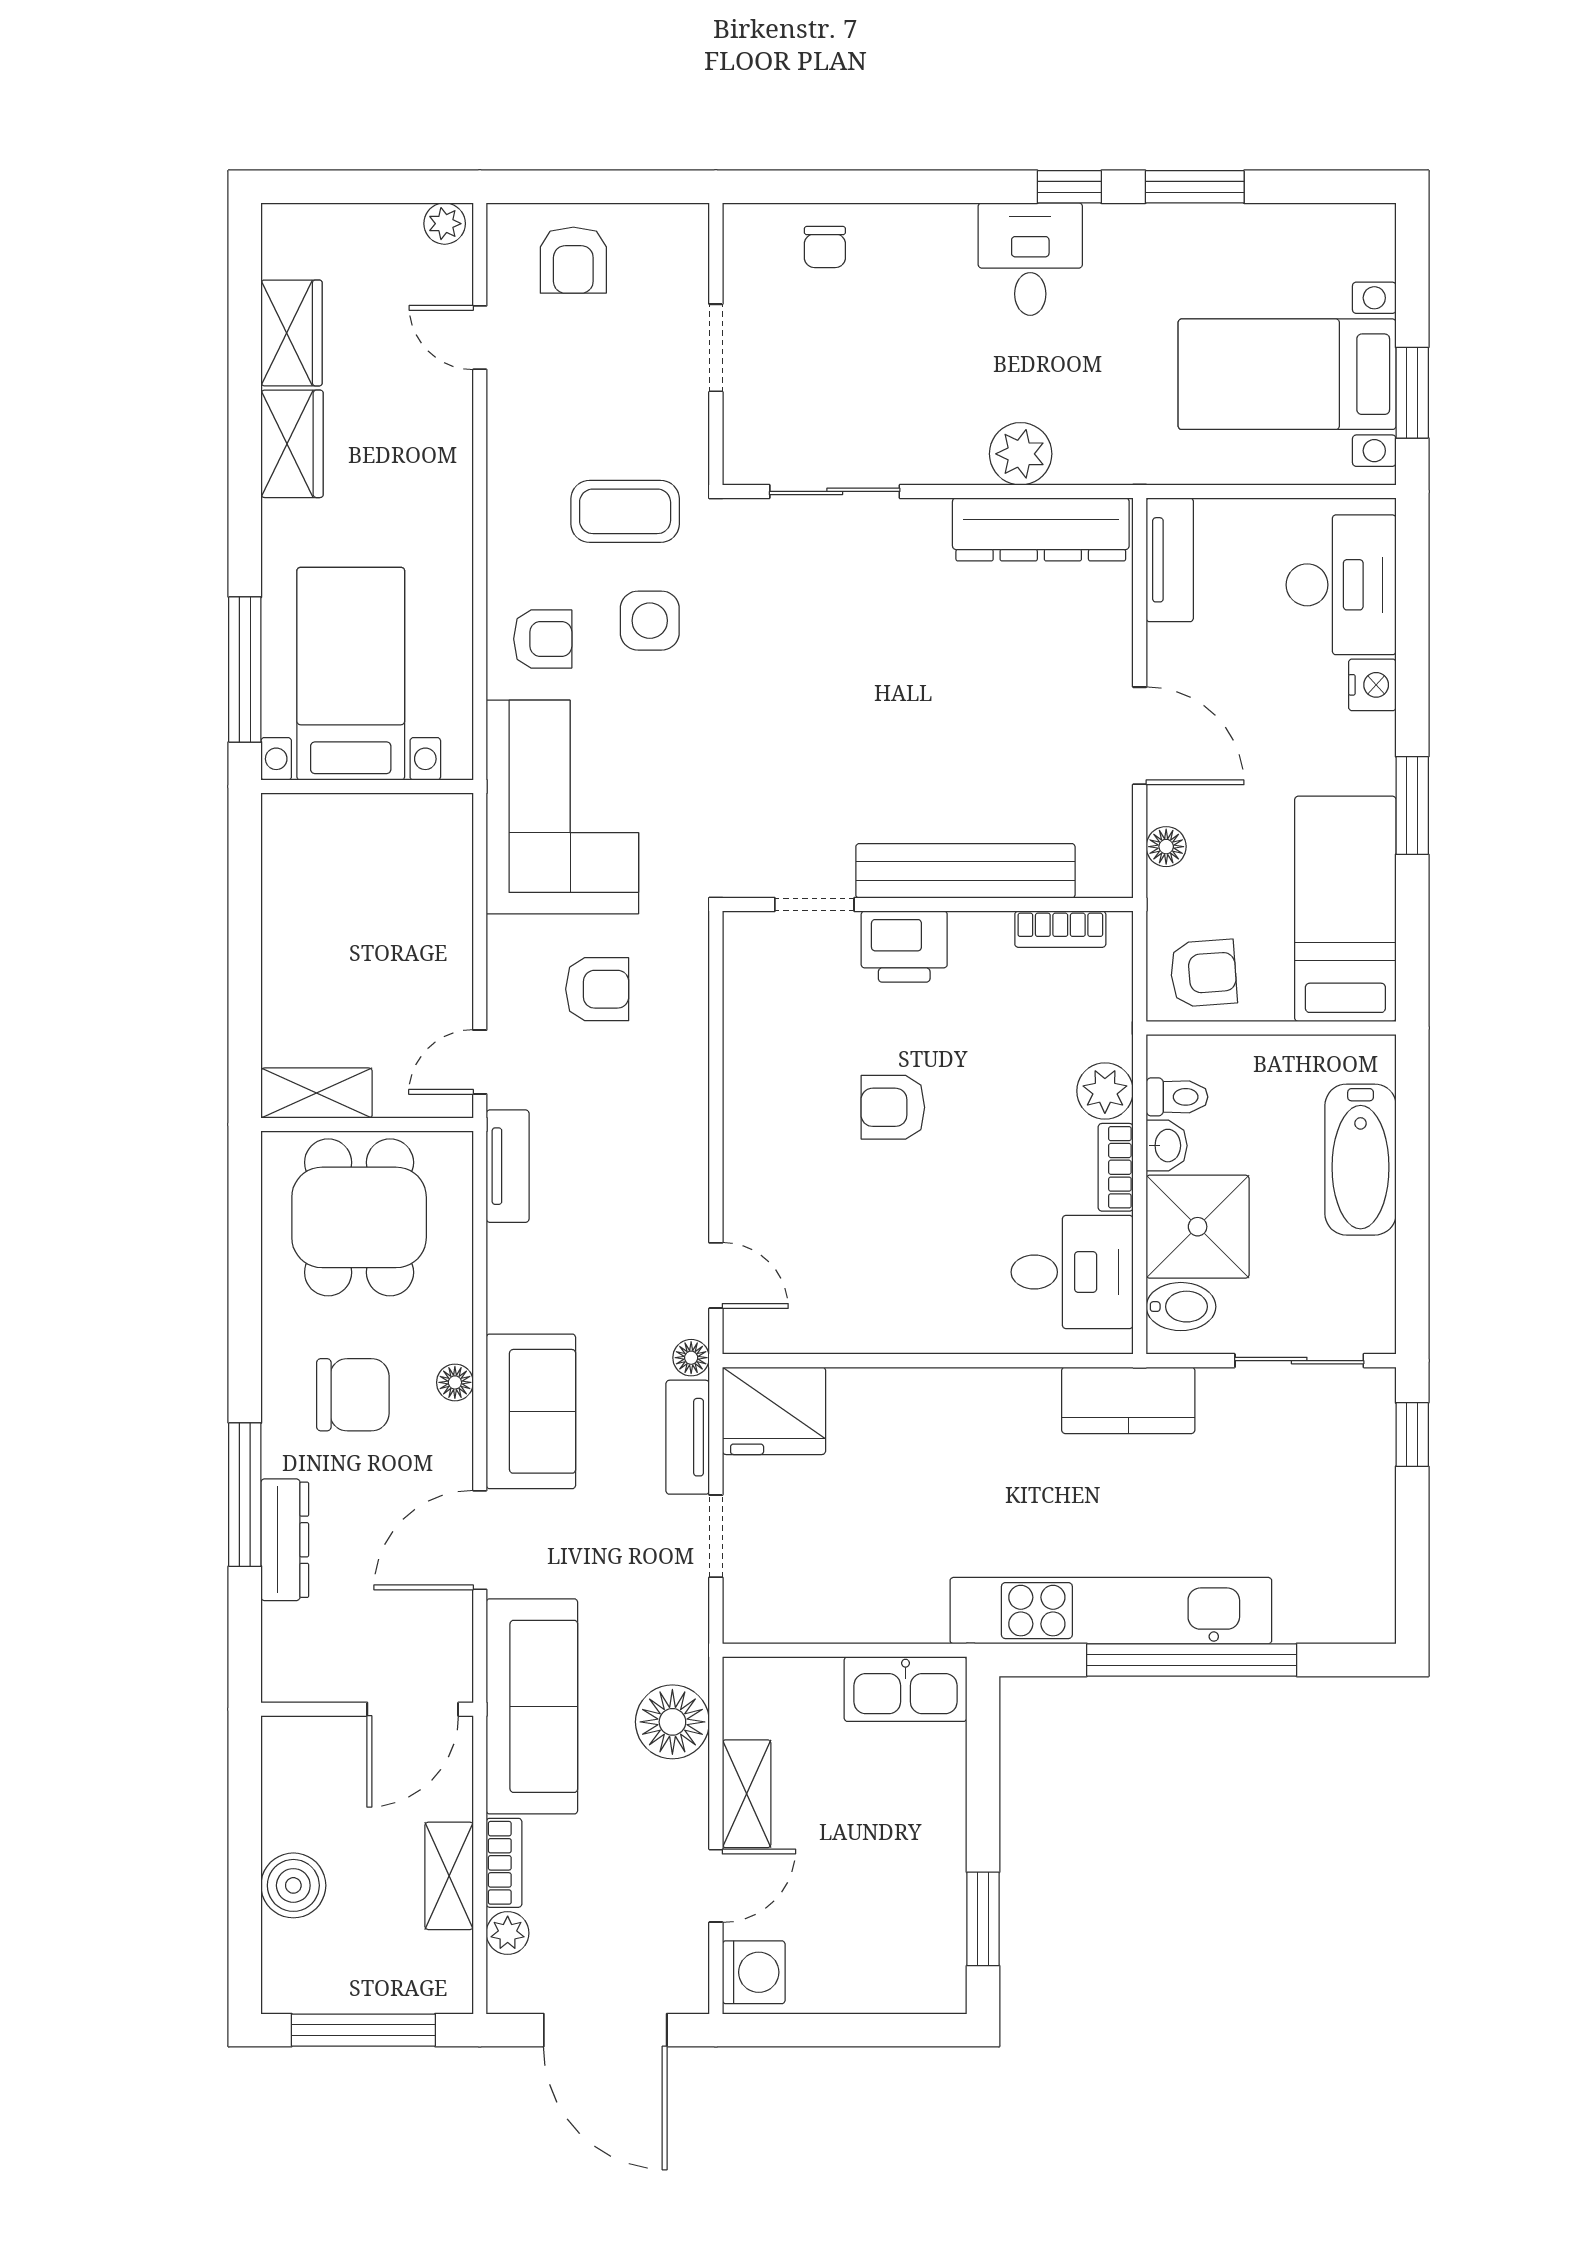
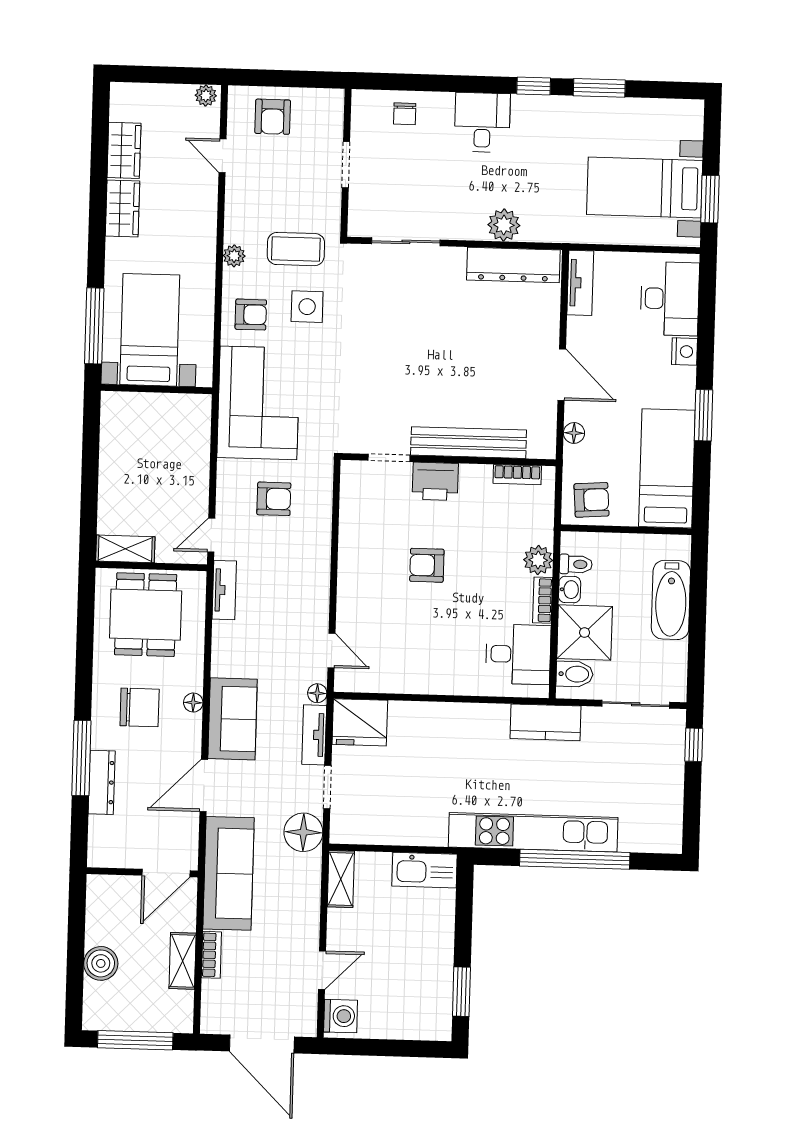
desk: (1030, 259) -> (482, 122), moved
floor lamp: (672, 1722) -> (303, 832), moved
shelving: (747, 1794) -> (341, 879), moved
plant: (508, 1933) -> (234, 256), moved

